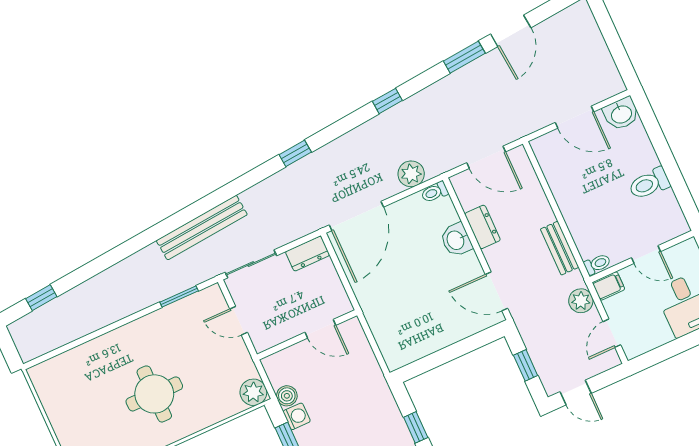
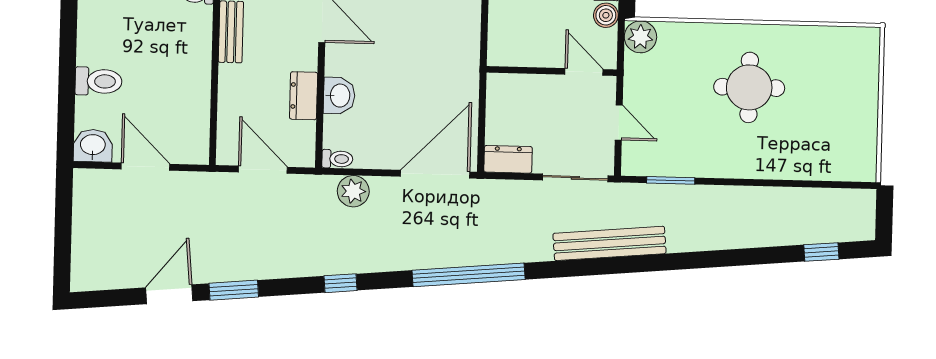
window: (295, 153) -> (469, 275), width x3.17
toilet: (649, 184) -> (99, 81), moved
door: (320, 329) -> (584, 72), moved

